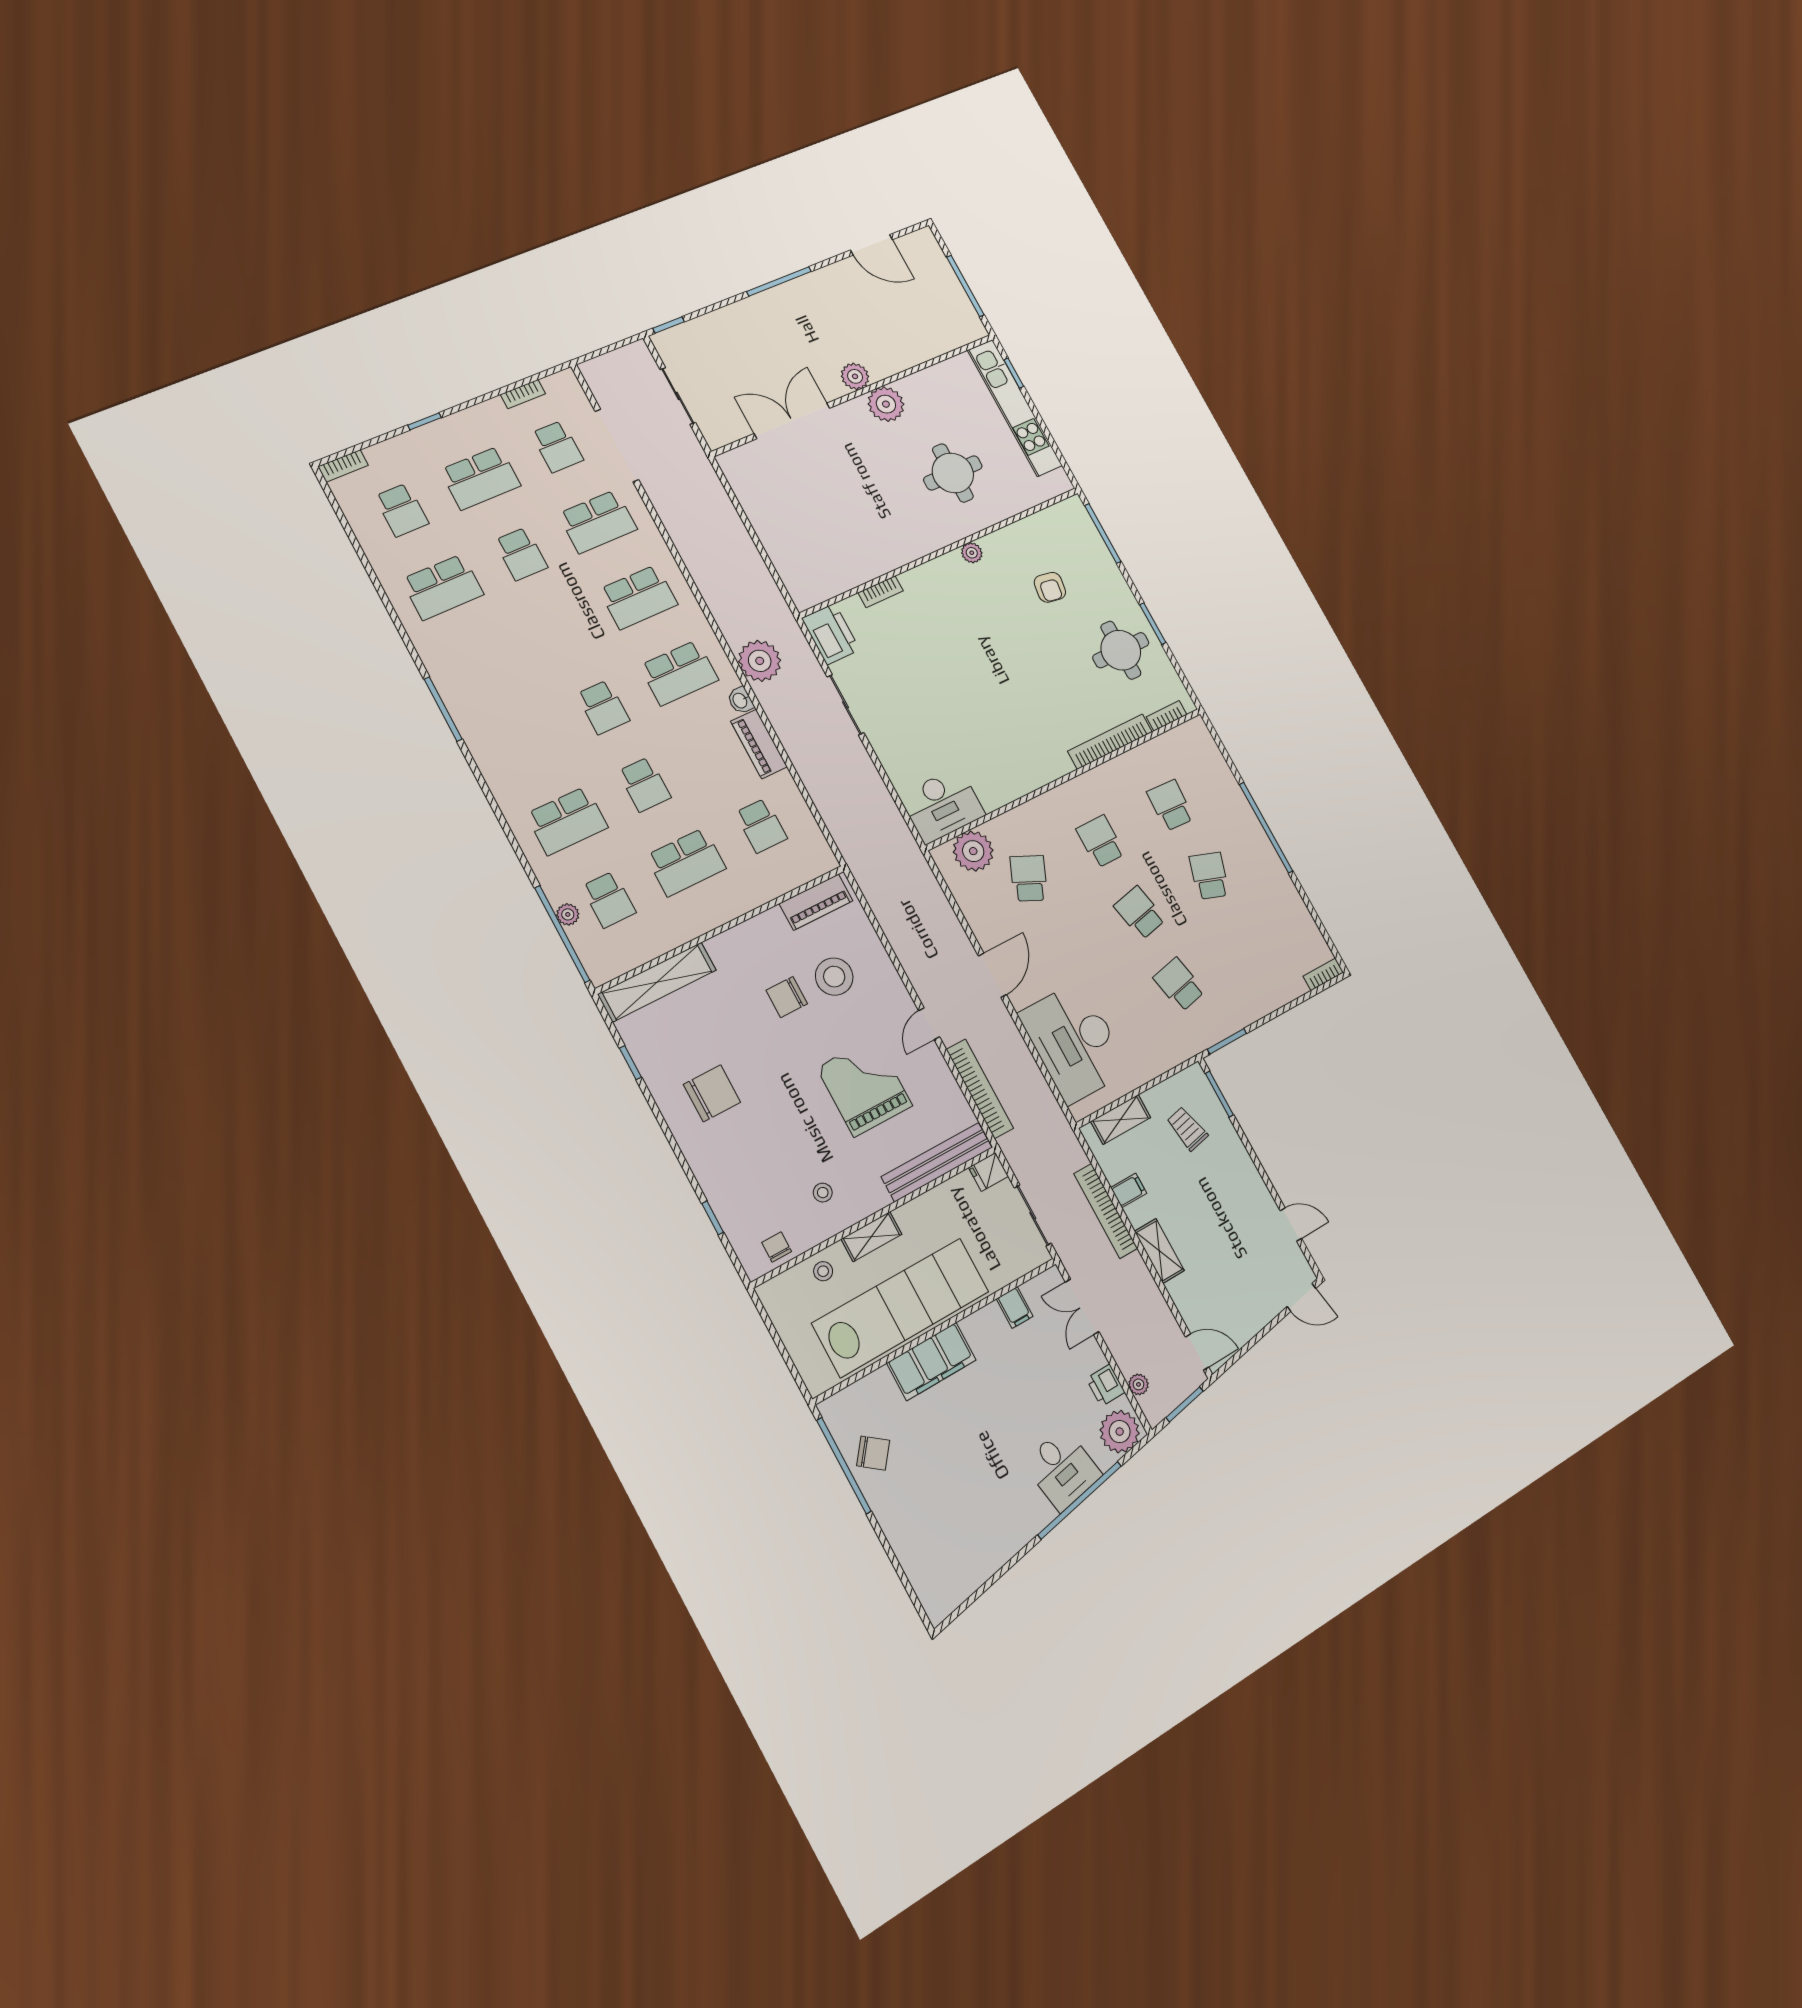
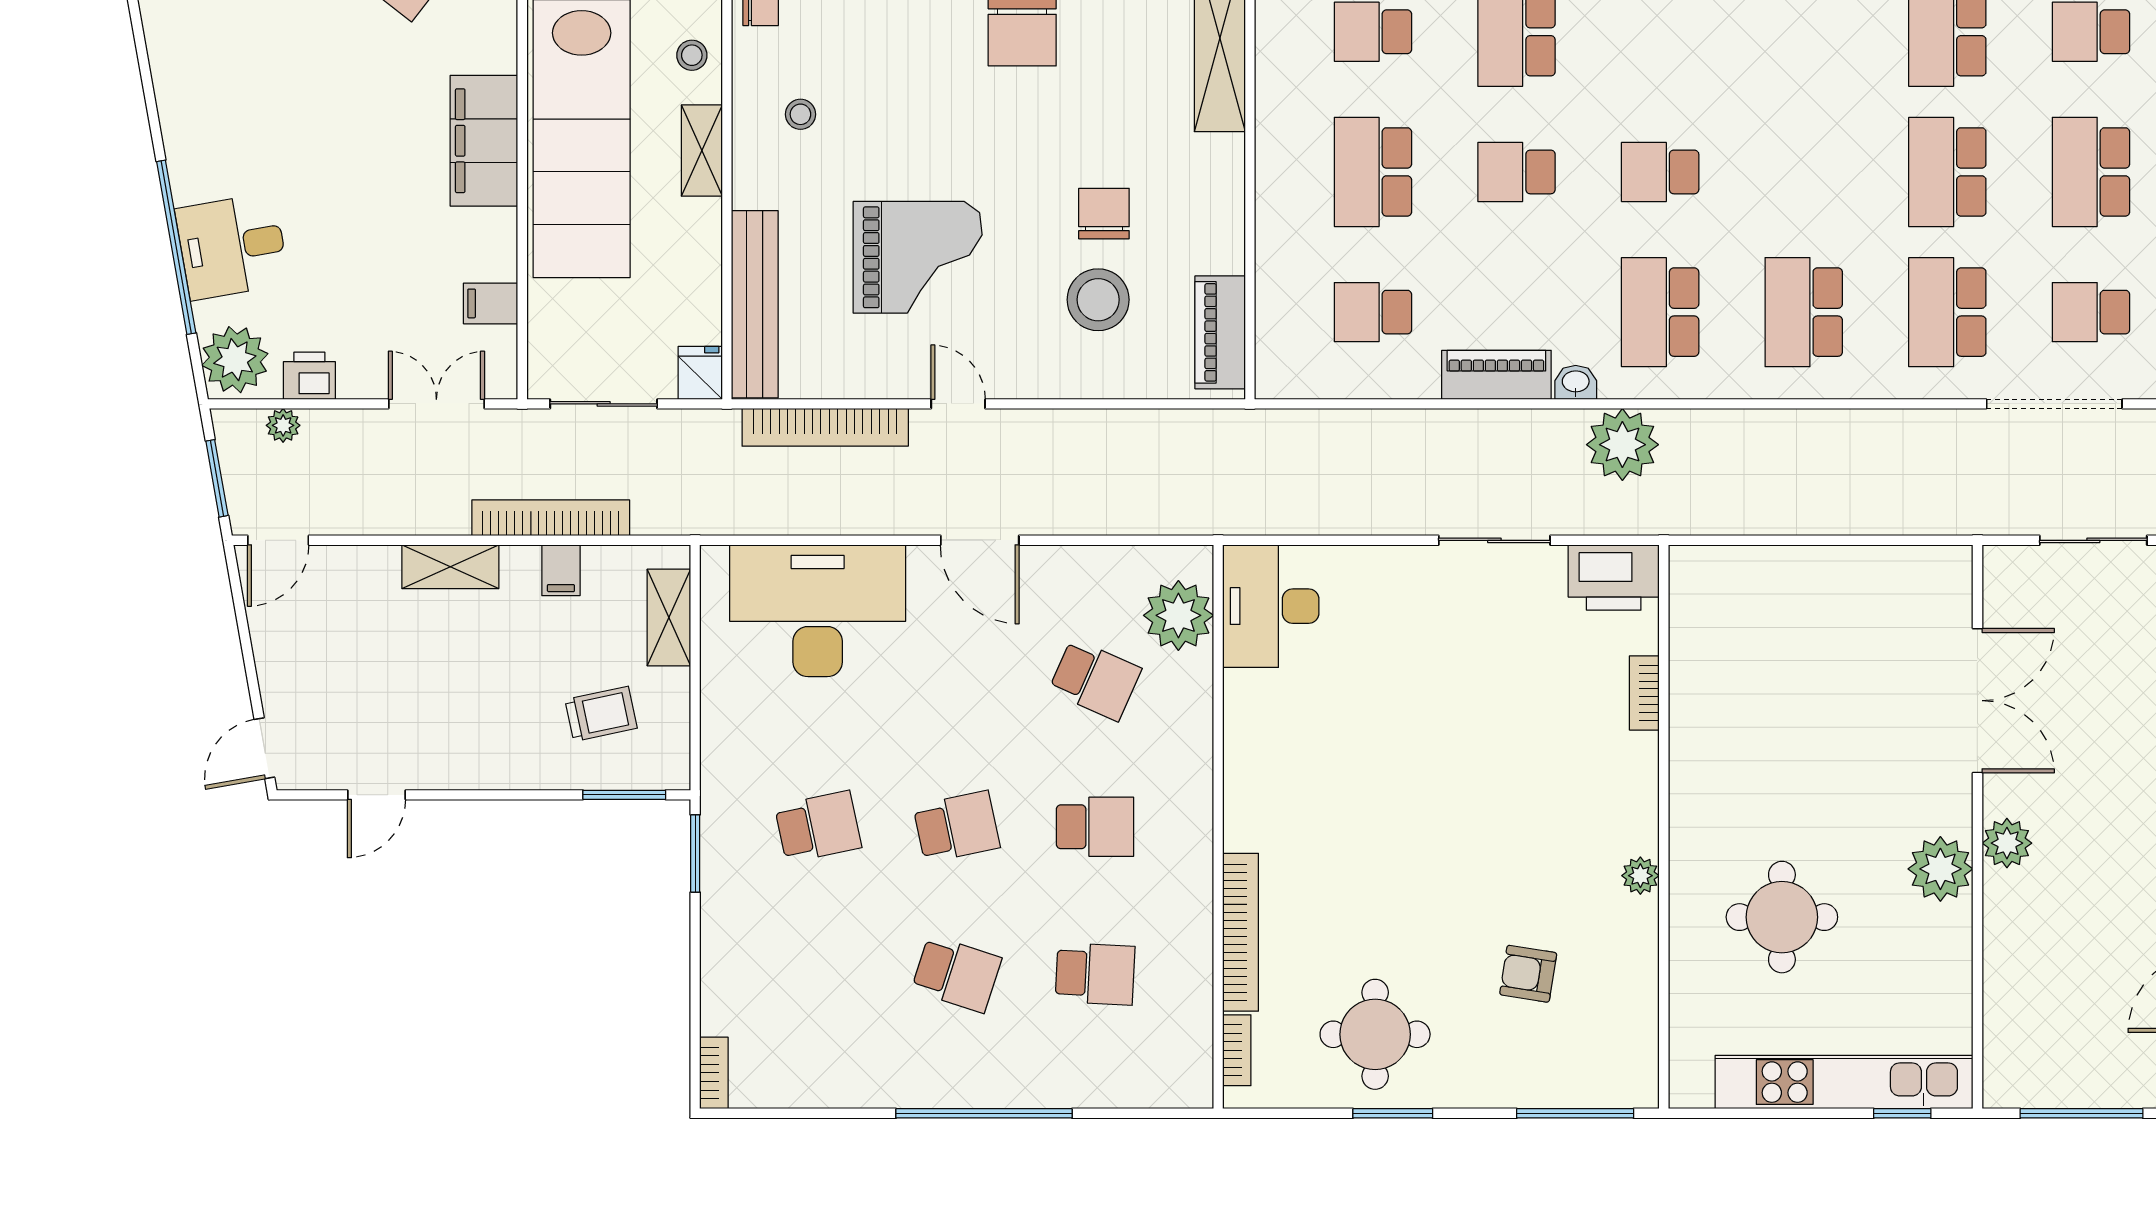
school desk: (521, 554) -> (1947, 172), width x1.85

